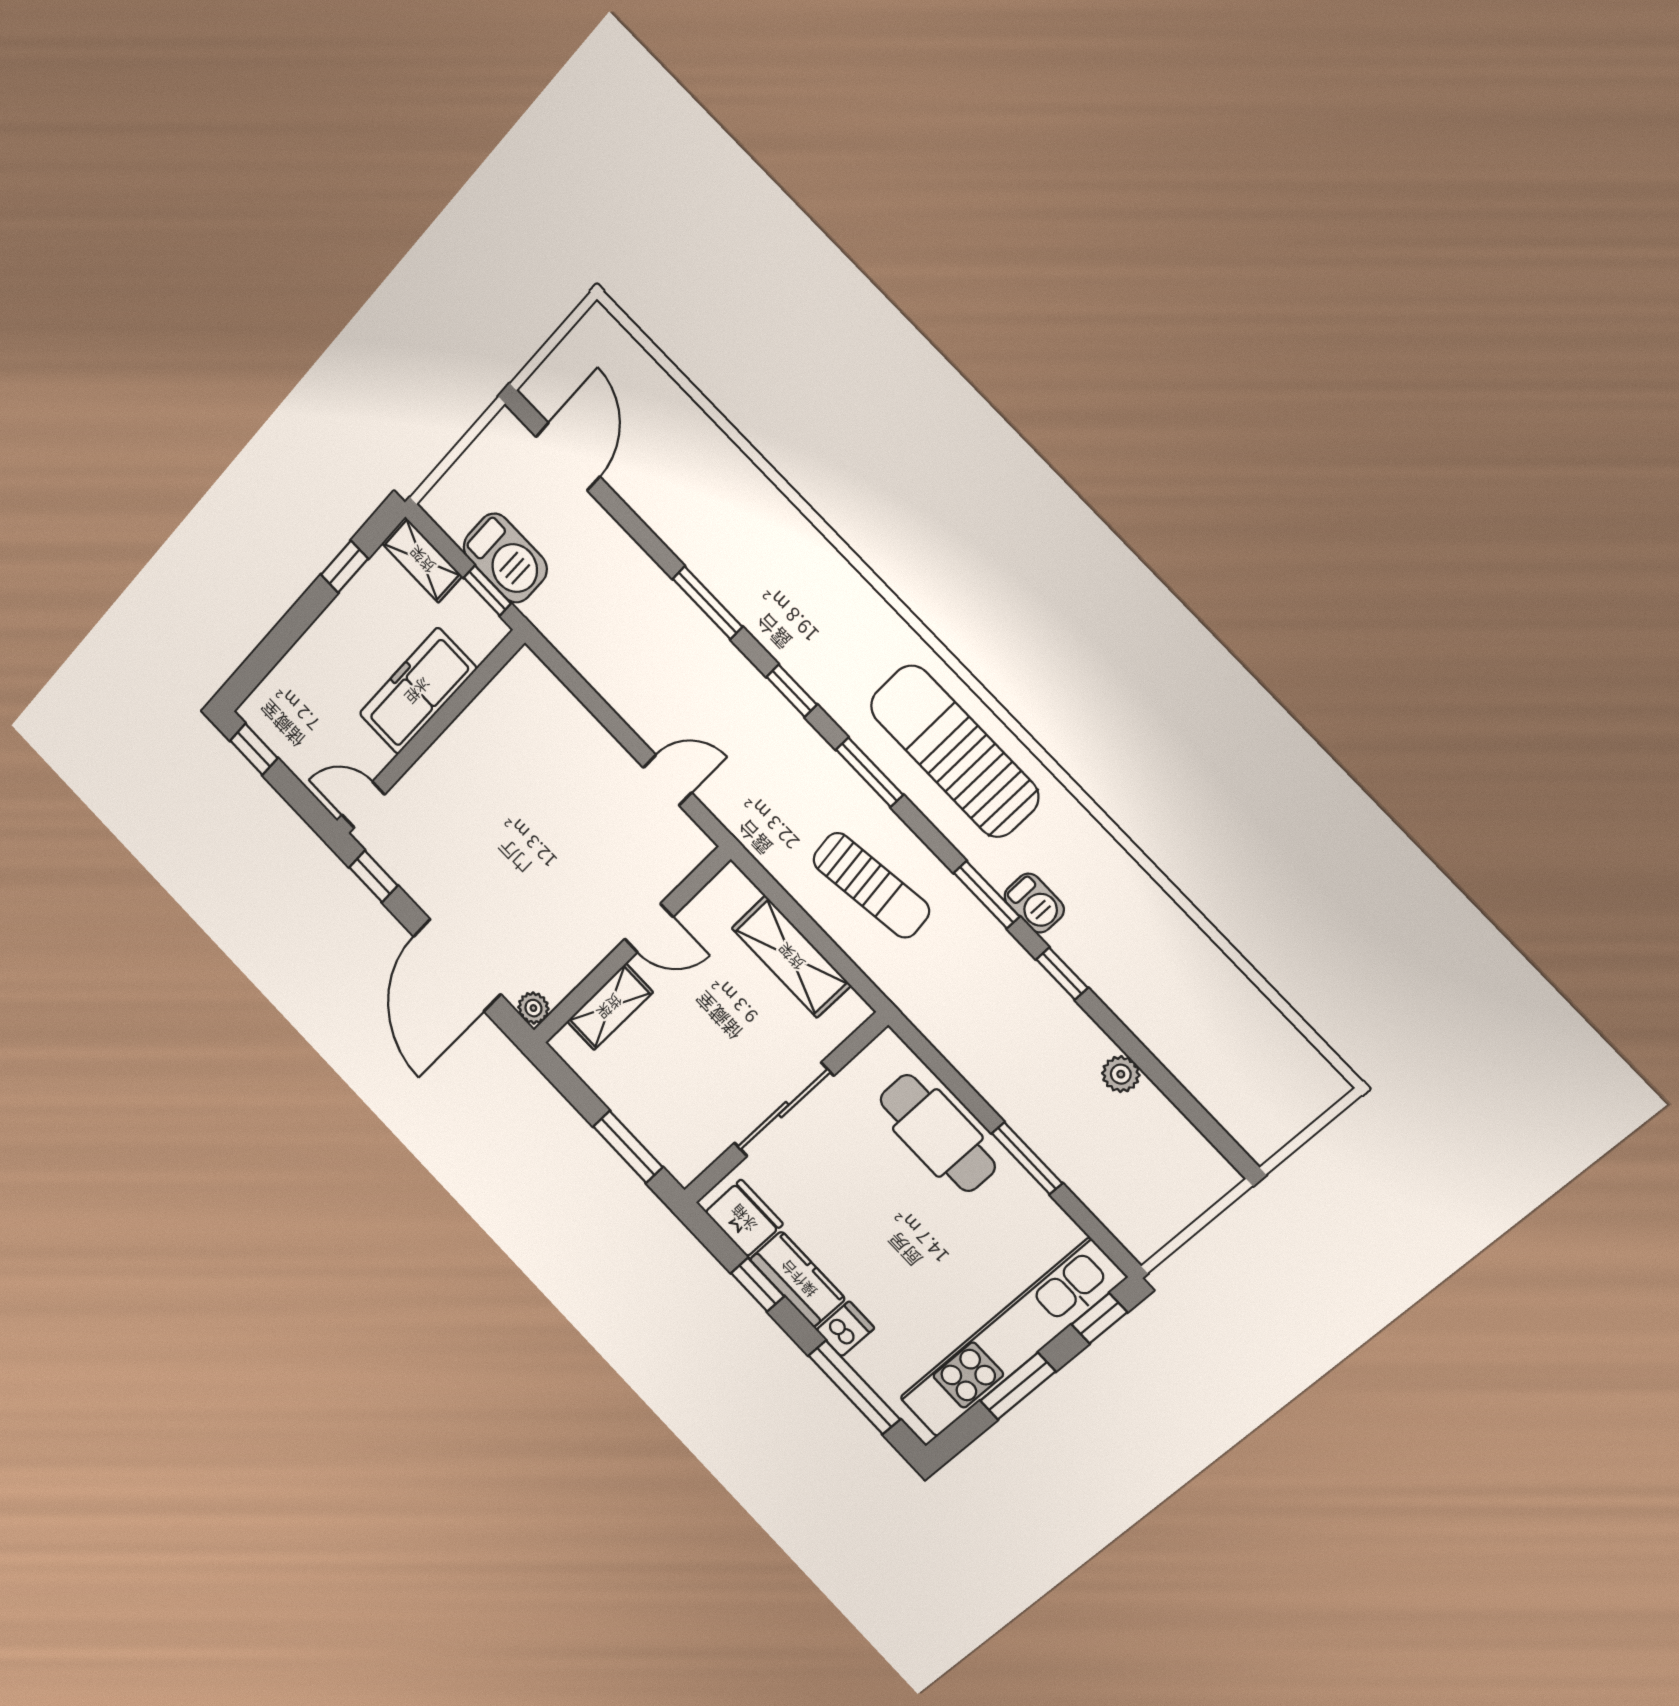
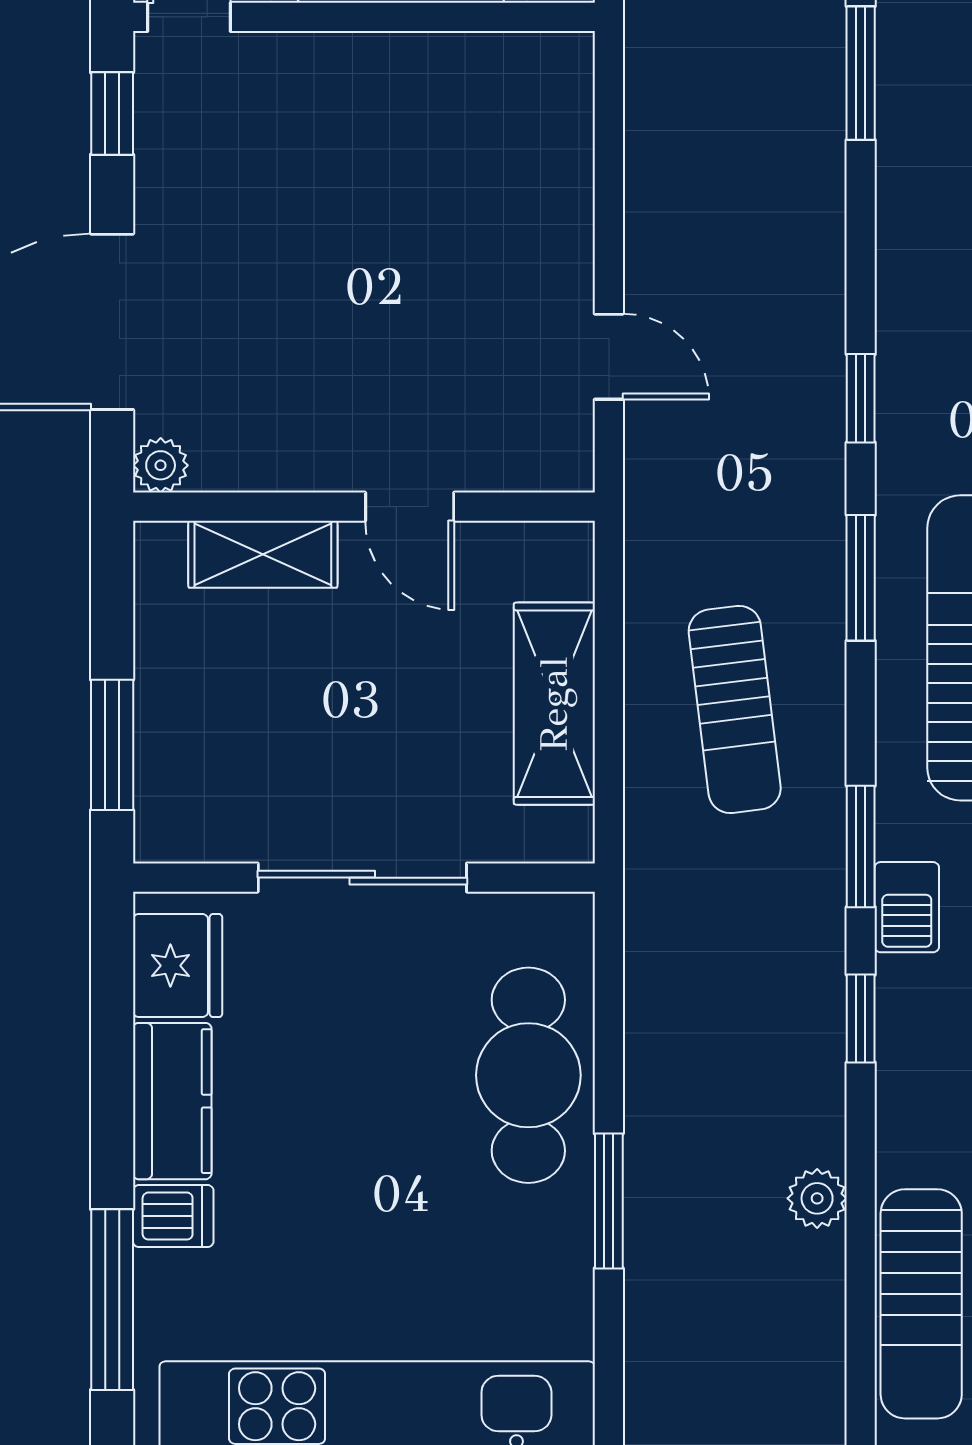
window: (708, 603) -> (861, 73), moved
sun lounger: (1216, 1080) -> (921, 1304), added
window: (758, 1285) -> (112, 1063), removed

